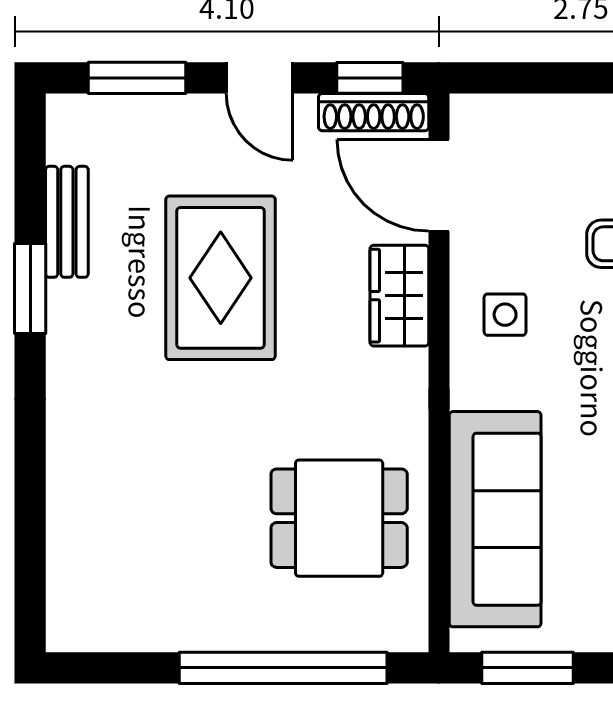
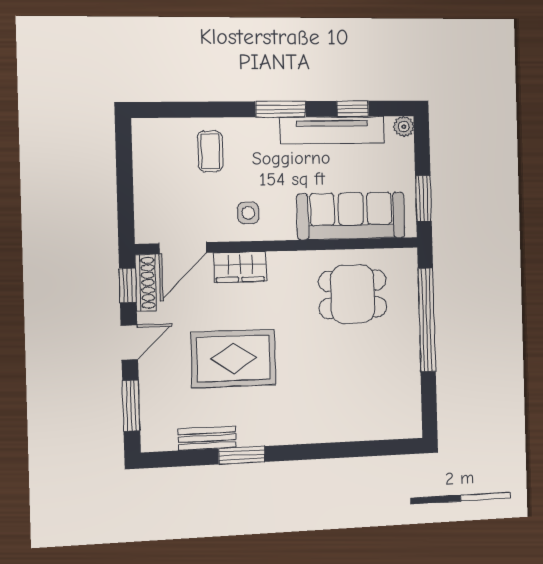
dining table: (339, 518) -> (353, 294), turned 90

